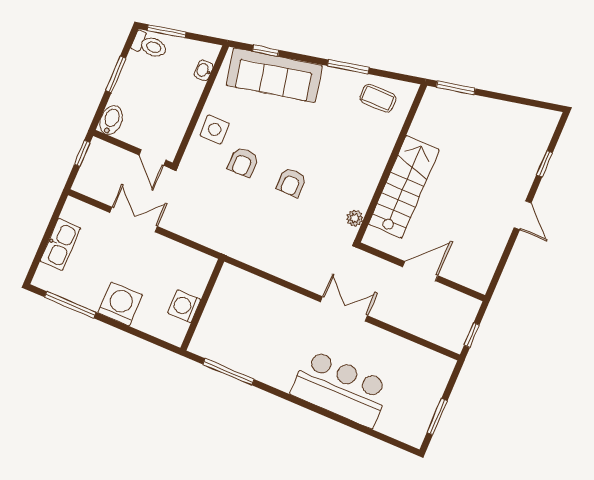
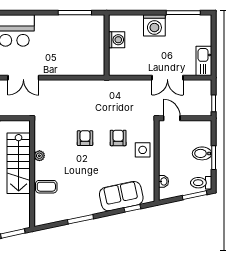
sofa: (274, 75) -> (121, 196), width x0.73
coffee table: (378, 98) -> (46, 187), moved
bidet: (111, 120) -> (202, 153), moved, turned 90
plant: (355, 218) -> (39, 156), moved
kitchen sink: (60, 245) -> (204, 61), moved

